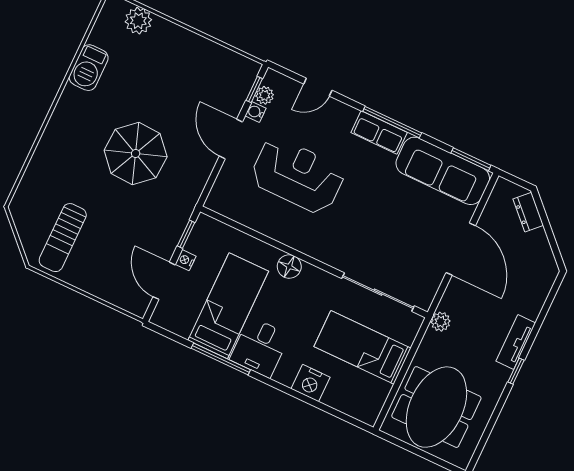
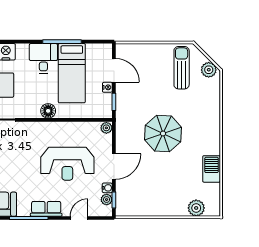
row of seats: (379, 133) -> (46, 209), moved
door: (231, 139) -> (114, 166), hinge flipped
plant: (215, 201) -> (106, 128), added
plant: (24, 216) -> (209, 70), added

